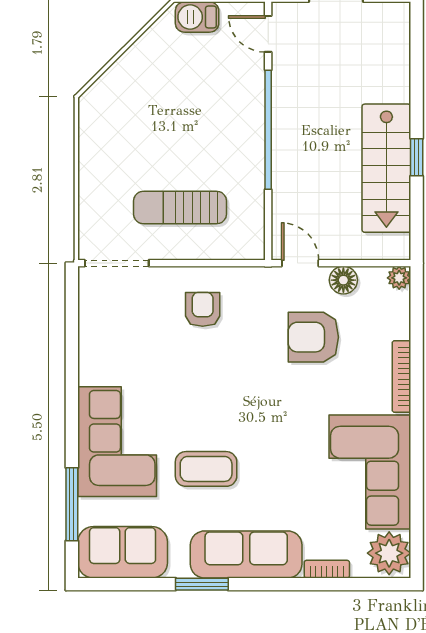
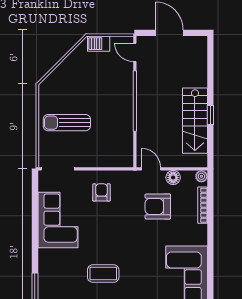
sun lounger: (180, 208) -> (67, 123), moved
bookcase: (401, 376) -> (203, 205), moved
corner sofa: (117, 442) -> (58, 220), moved

